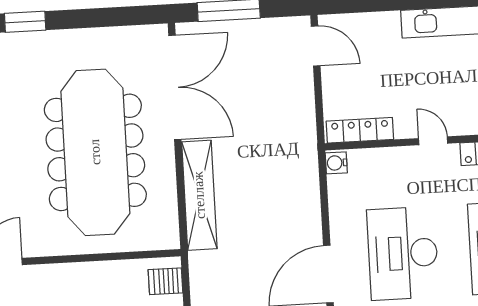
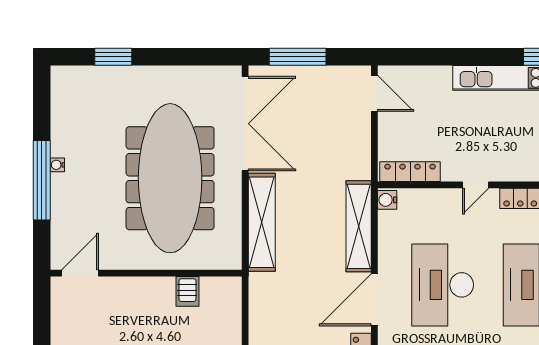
door: (433, 141) -> (476, 185), swing flipped
shelving: (307, 194) -> (359, 226), added
server rack: (165, 281) -> (187, 291), moved, turned -90

